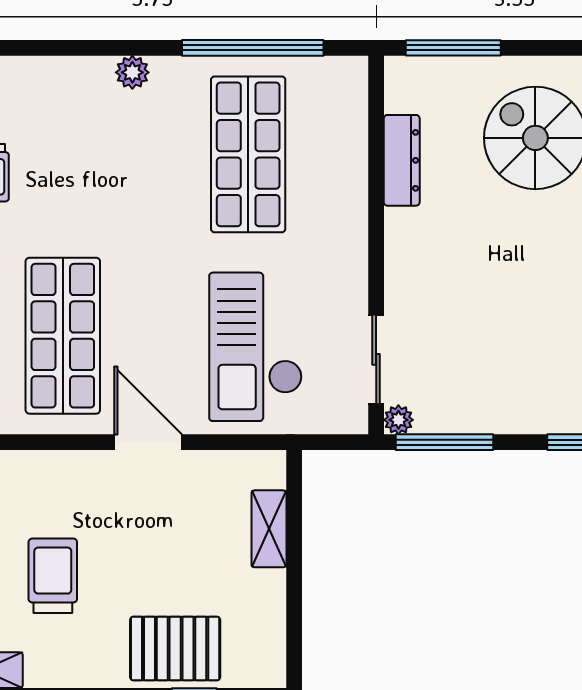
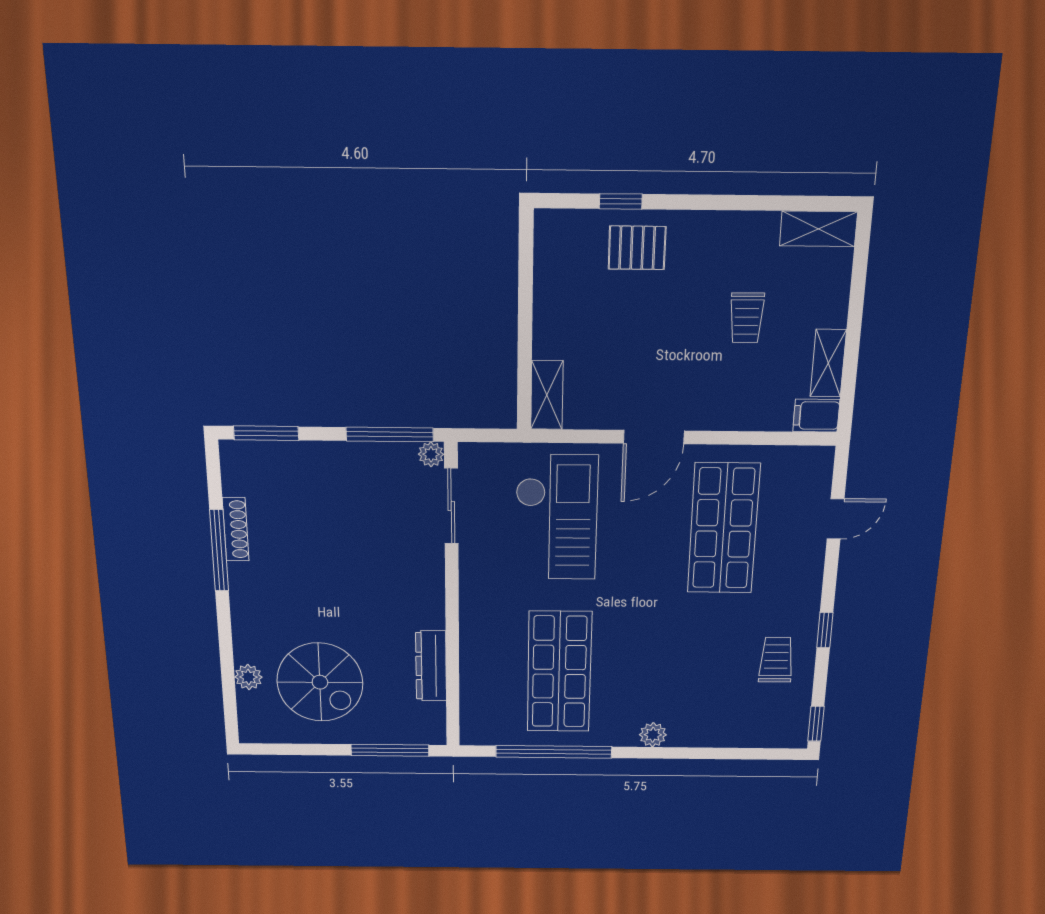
door: (148, 442) -> (654, 437), hinge flipped
shelving: (269, 529) -> (547, 395), moved
trolley: (53, 576) -> (747, 318), width x0.73, depth x0.72
pallet: (175, 649) -> (637, 248), width x0.67, depth x0.71

